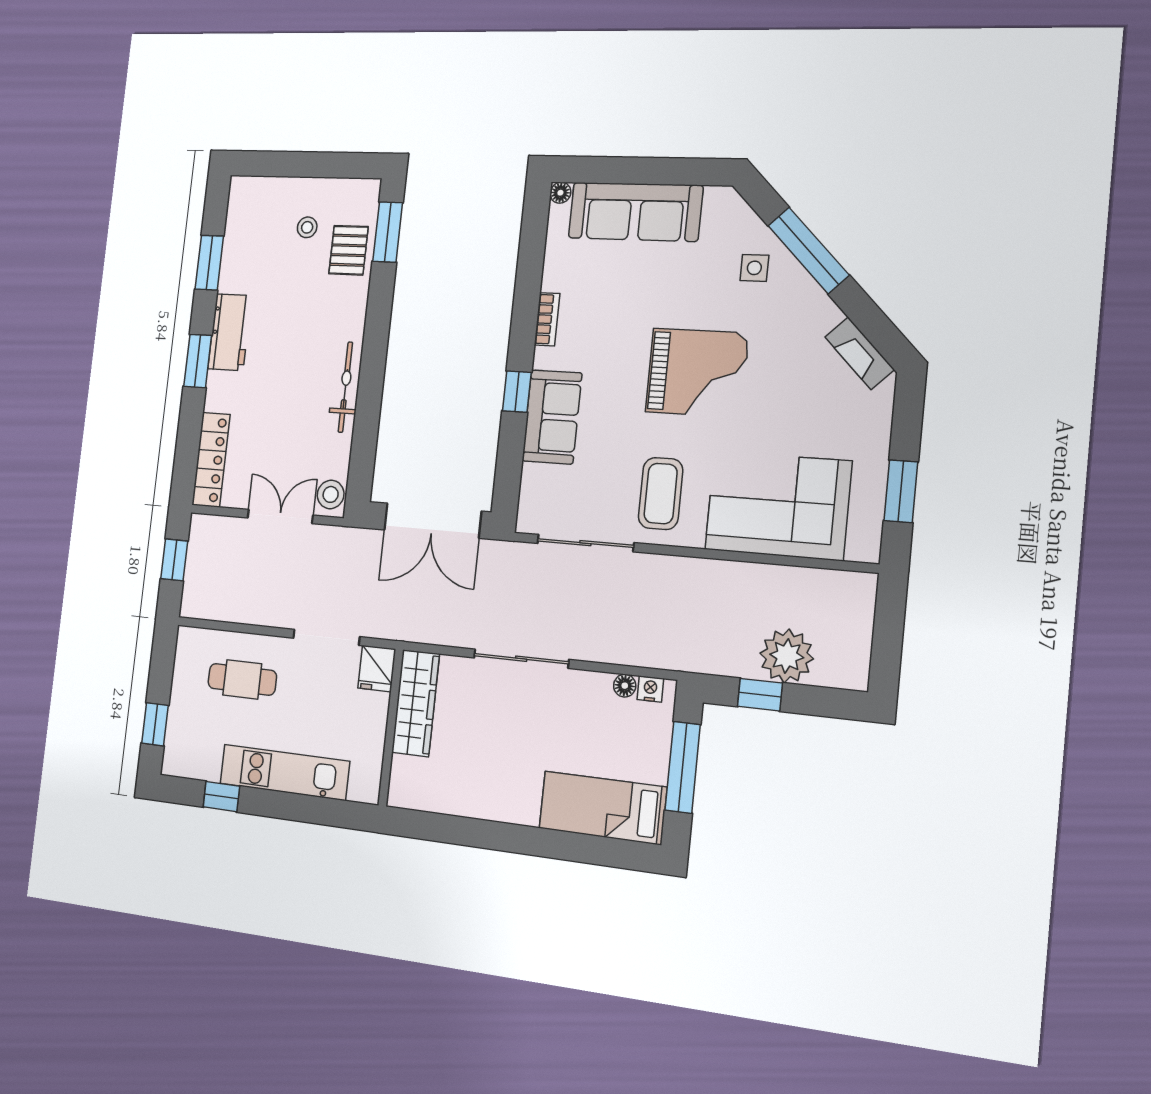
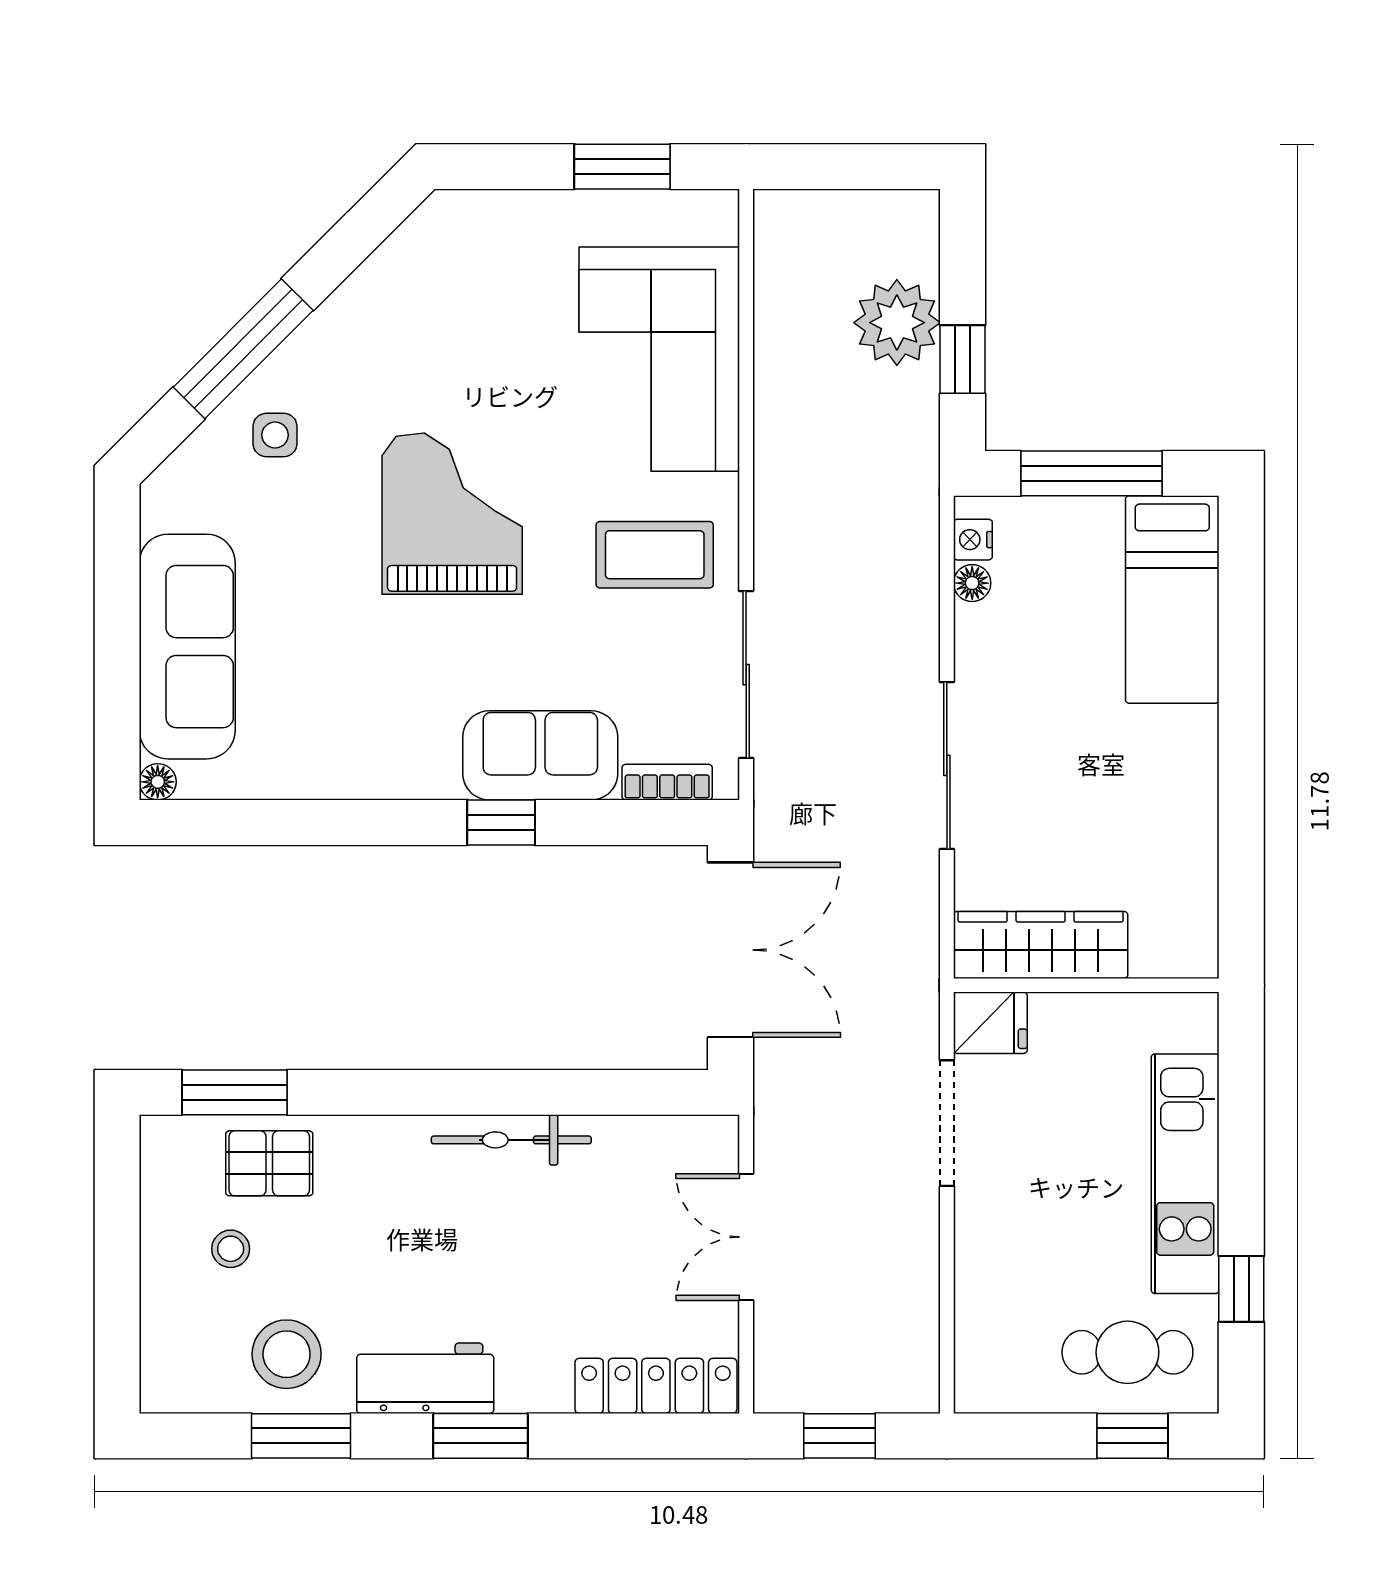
bookcase: (547, 319) -> (667, 782), moved
fireplace: (860, 353) -> (407, 251), removed
stool: (331, 494) -> (287, 1354), moved, width x1.38, depth x1.38
cafe table: (242, 679) -> (1127, 1352), moved, turned 90

